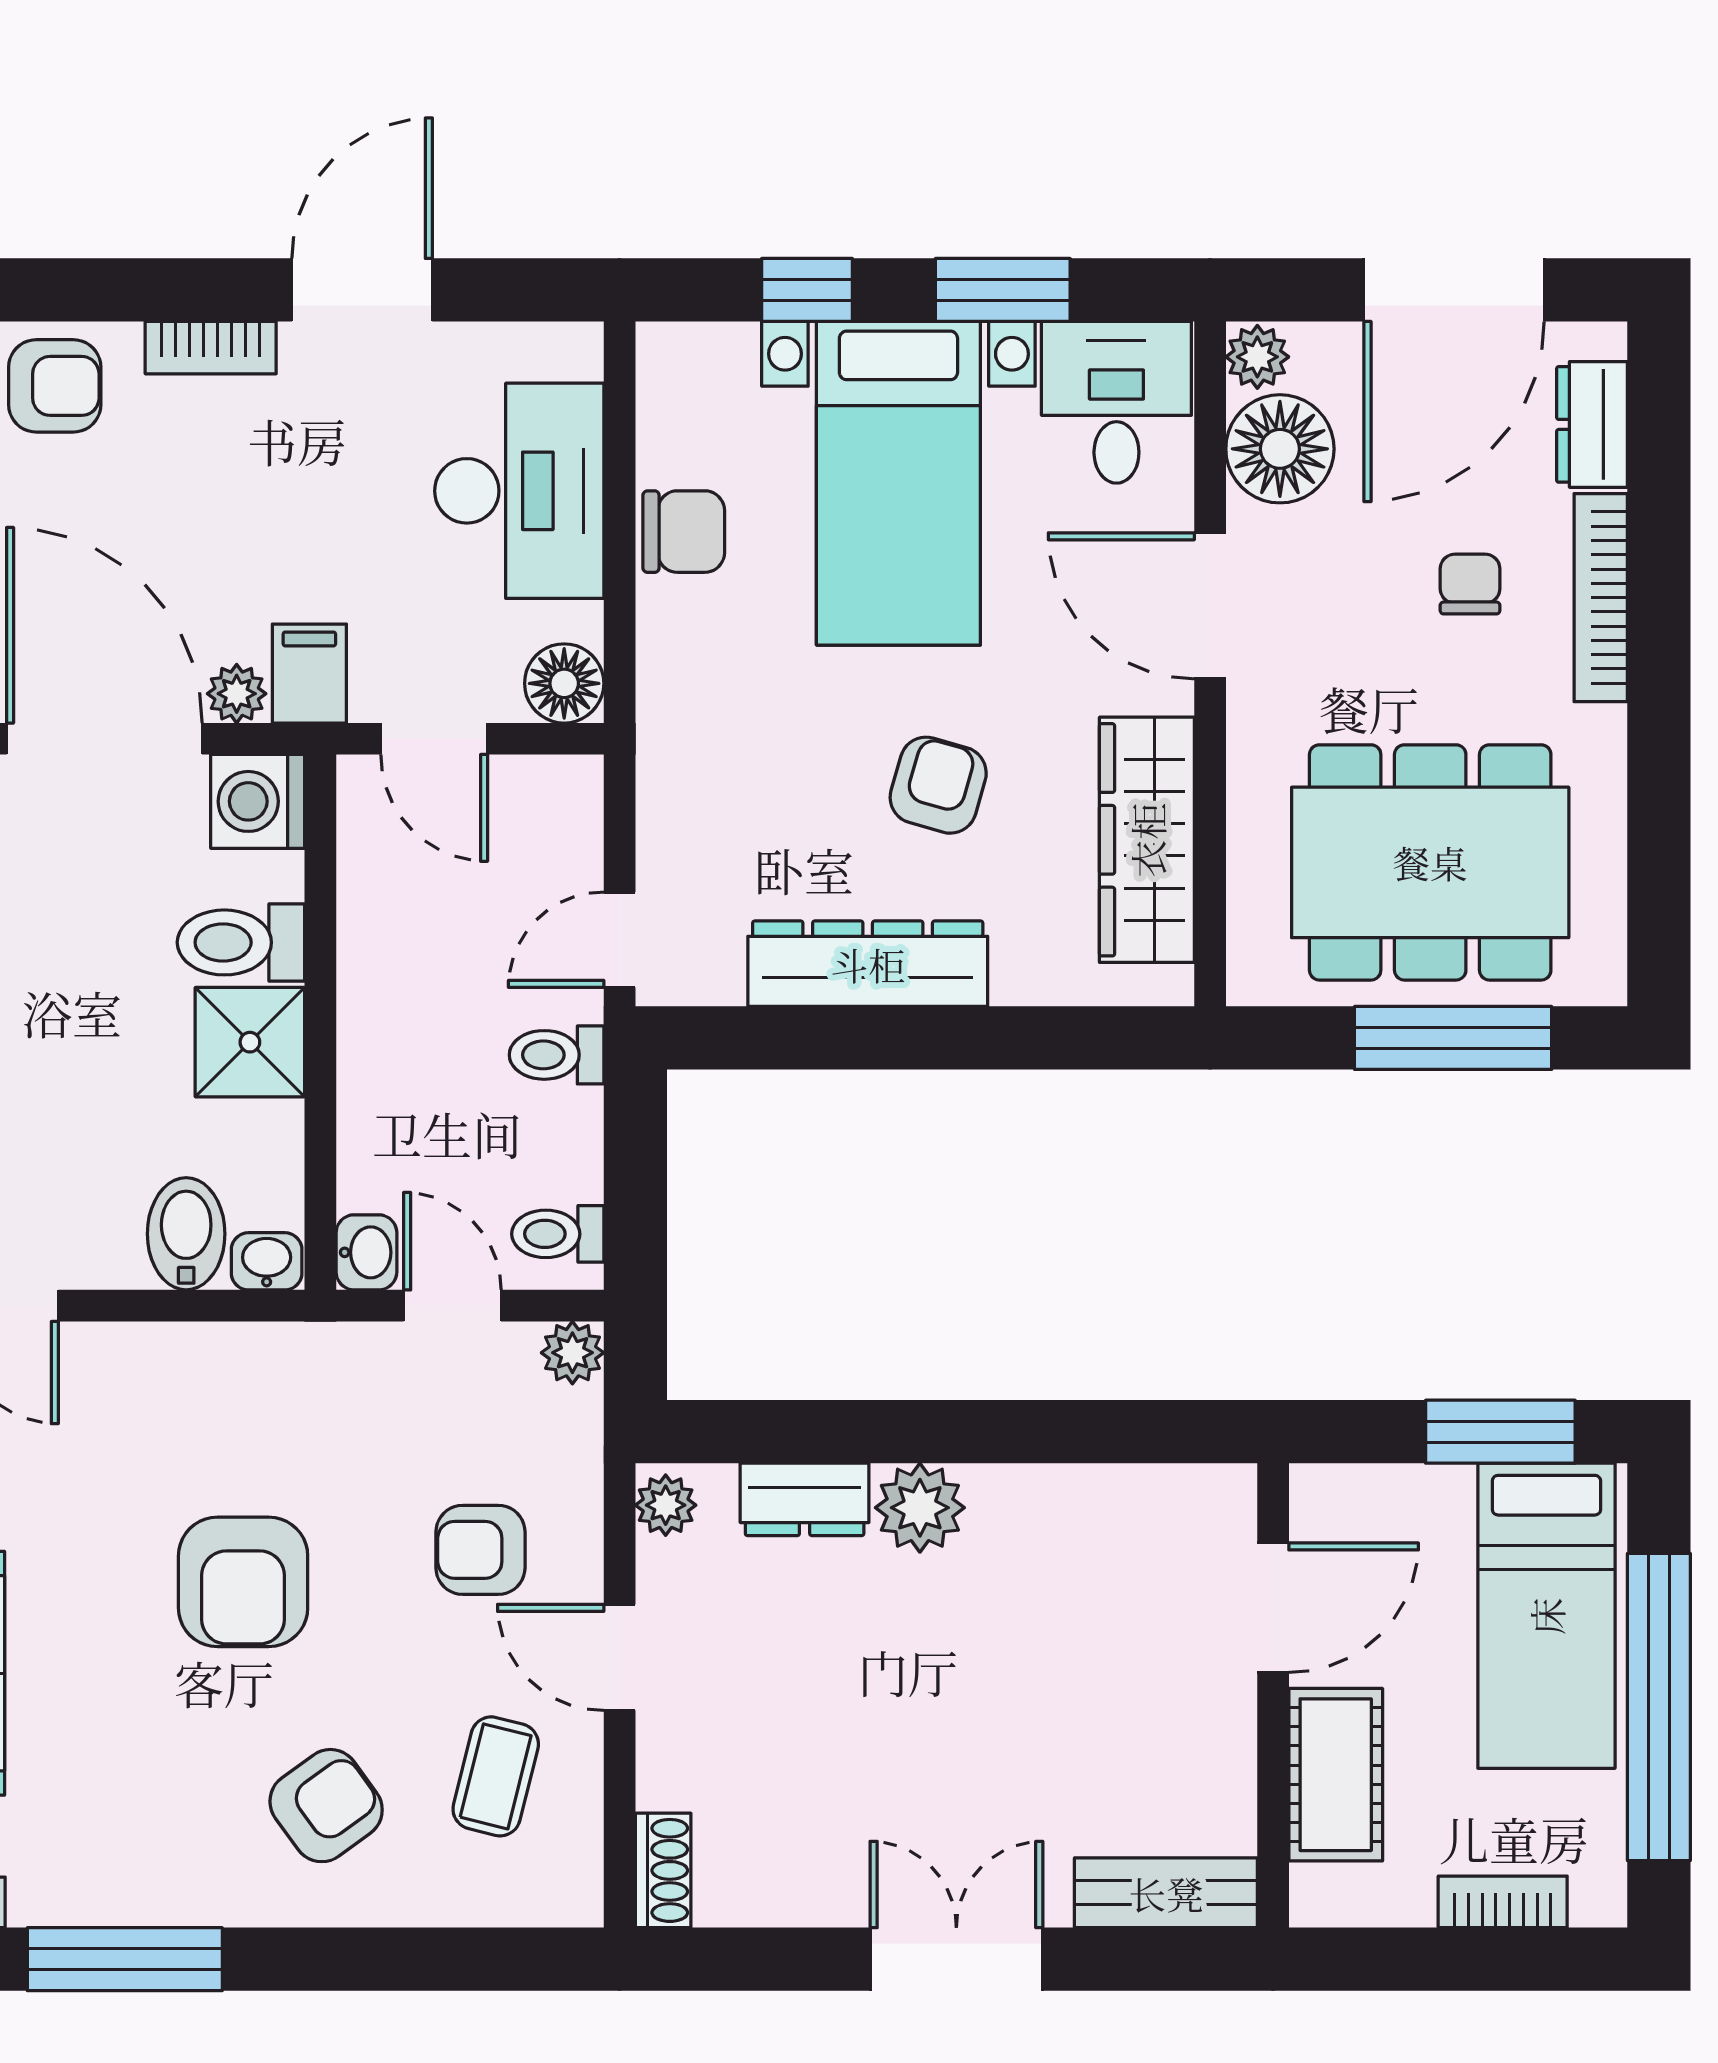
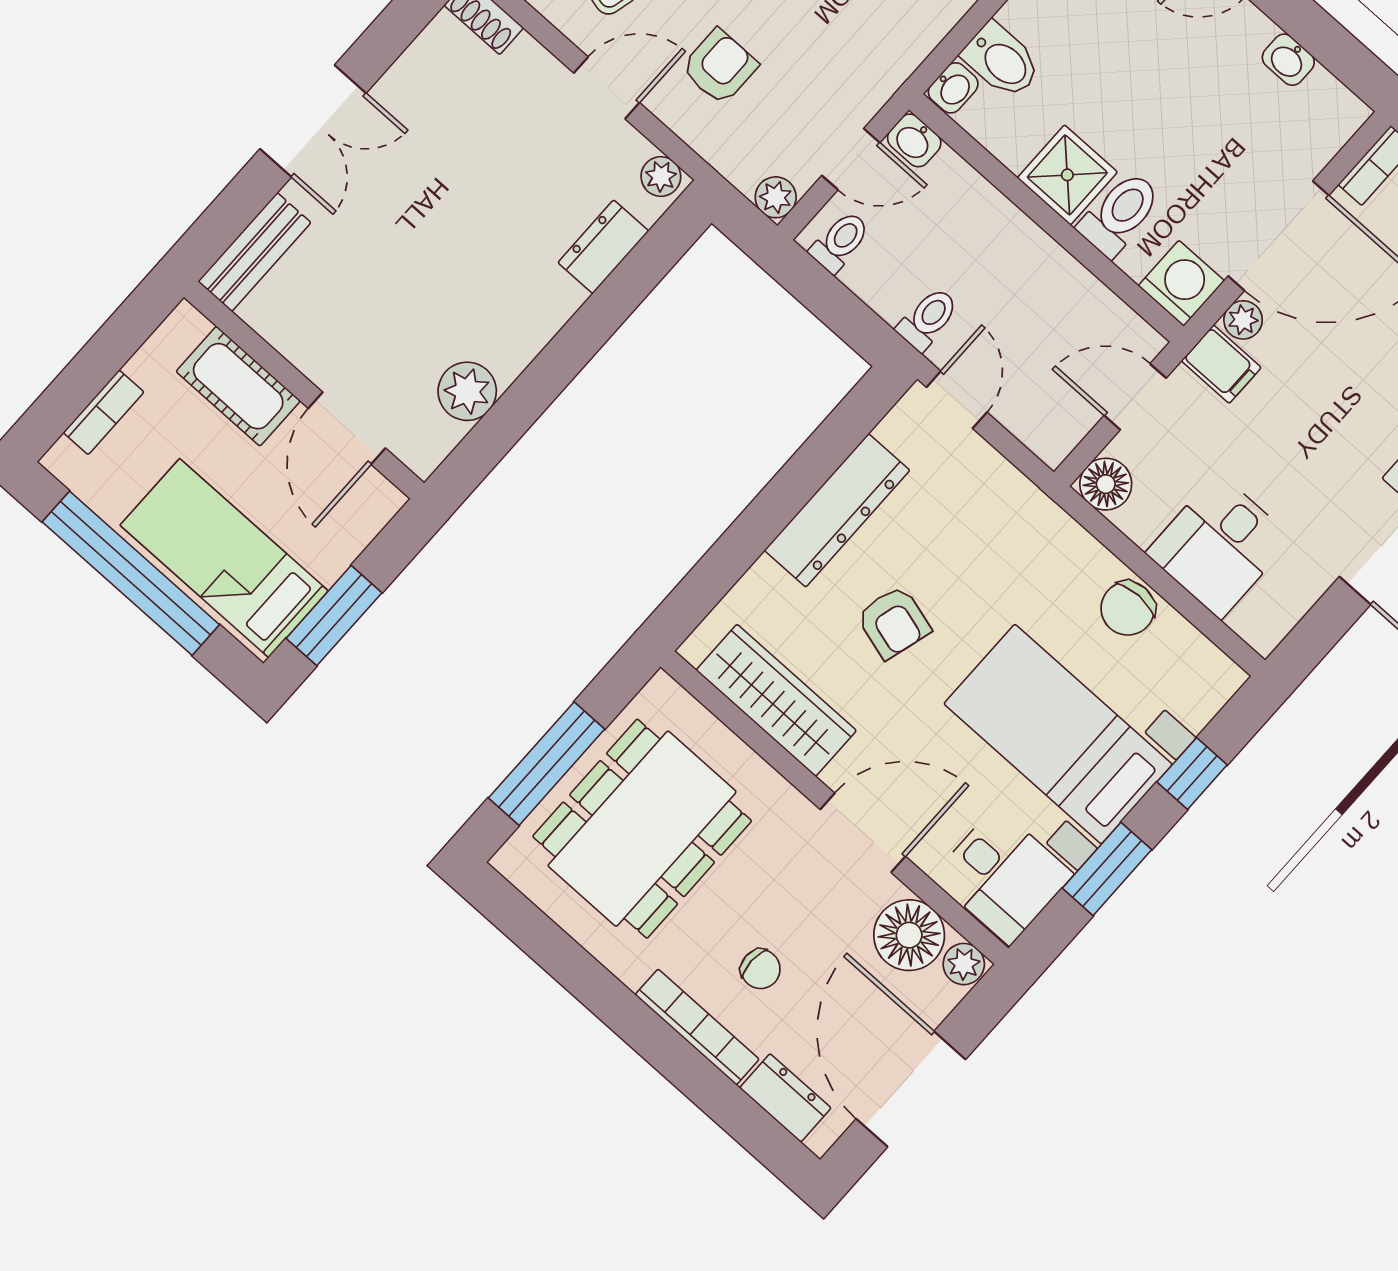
desk: (519, 491) -> (1219, 546), width x0.73
plant: (920, 1508) -> (467, 391), moved

